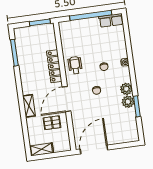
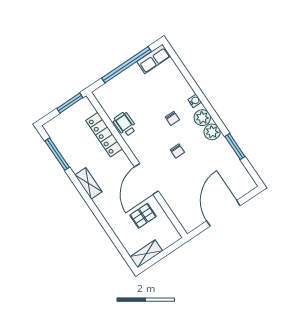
wheelchair: (75, 65) -> (125, 124), moved
locker: (54, 66) -> (104, 135), moved
plant: (128, 102) -> (202, 118), moved
shelving: (29, 106) -> (88, 183), moved
door: (94, 149) -> (223, 213), moved

